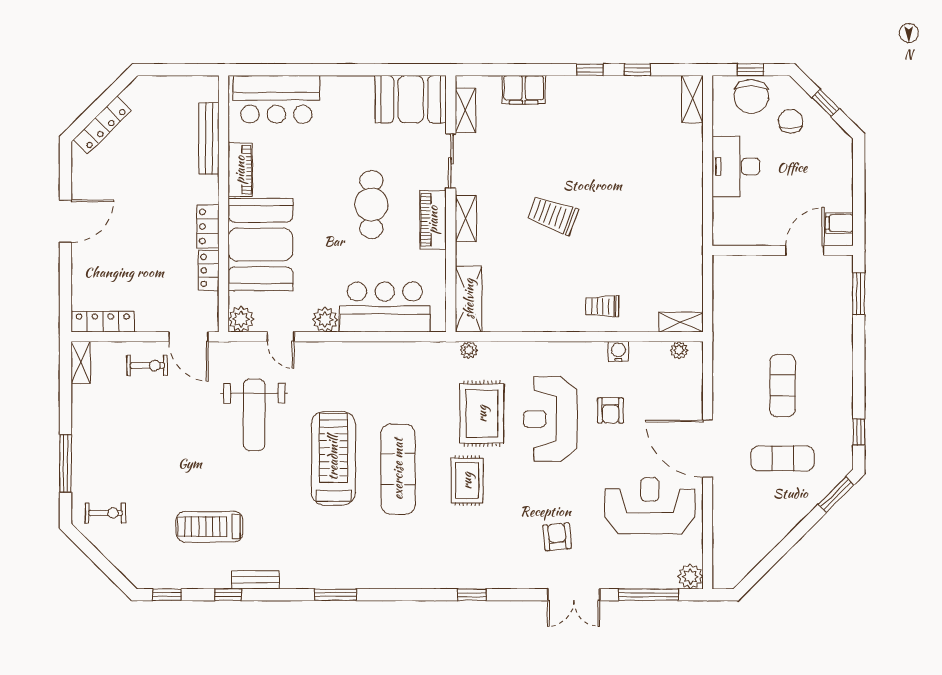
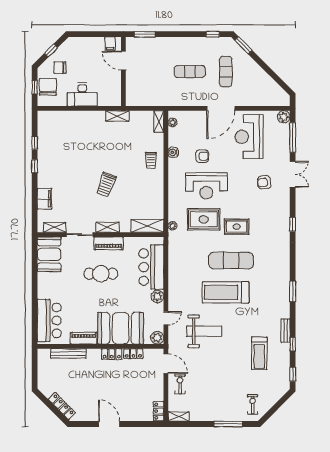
chair: (751, 97) -> (48, 87), turned -90
shelving: (692, 99) -> (117, 116), moved
locker: (103, 322) -> (159, 411), width x0.66
door: (189, 337) -> (166, 364), hinge flipped

